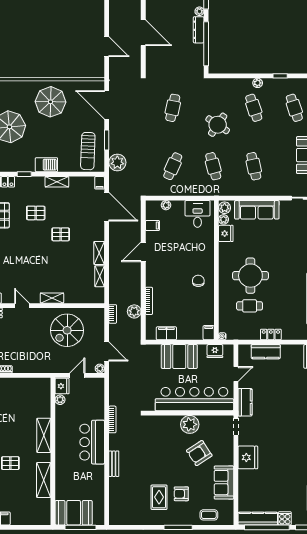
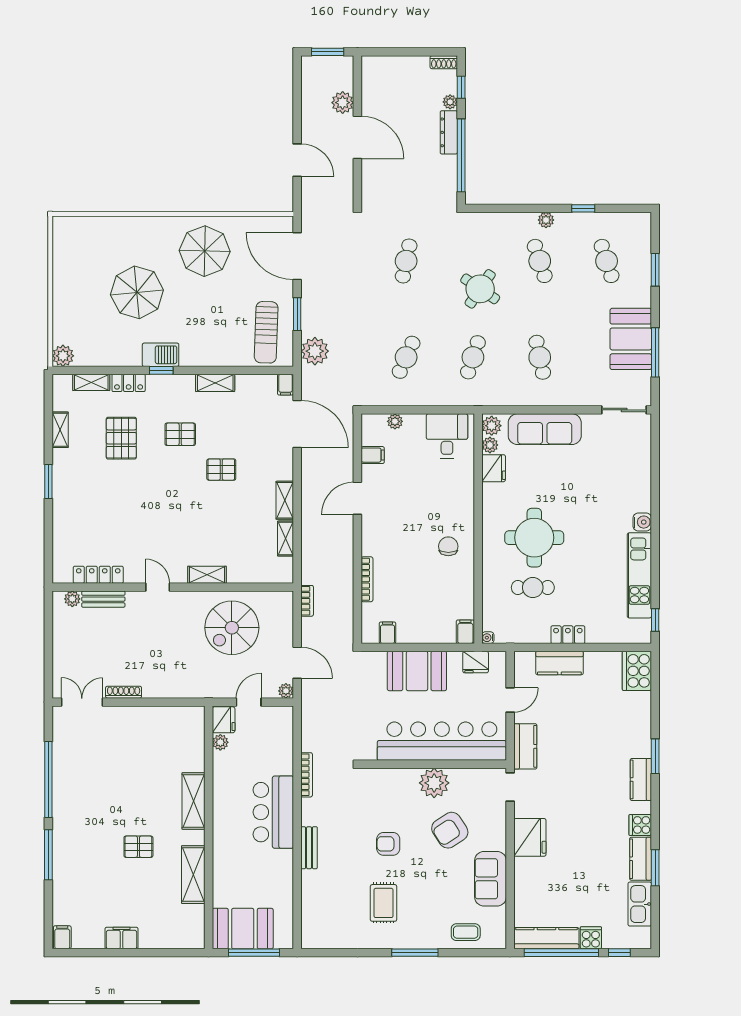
barbecue: (46, 165) -> (161, 355), moved
cafe table: (213, 166) -> (473, 357), turned 33
plant: (134, 311) -> (343, 103), moved
filing cabinet: (166, 333) -> (387, 633), width x0.50
armchair: (181, 494) -> (388, 844), moved

